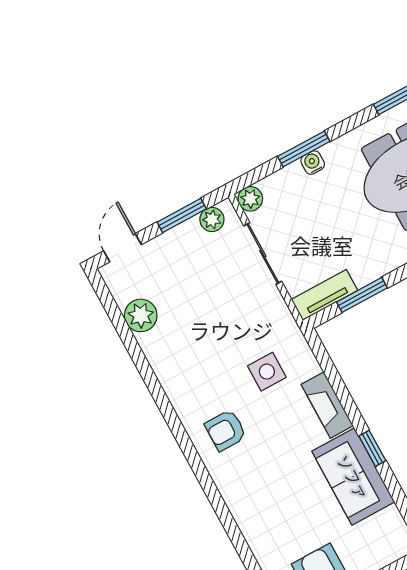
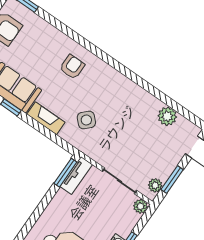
window: (362, 295) -> (65, 173), moved
side table: (267, 372) -> (86, 120), turned 45
armchair: (226, 430) -> (72, 67), moved

